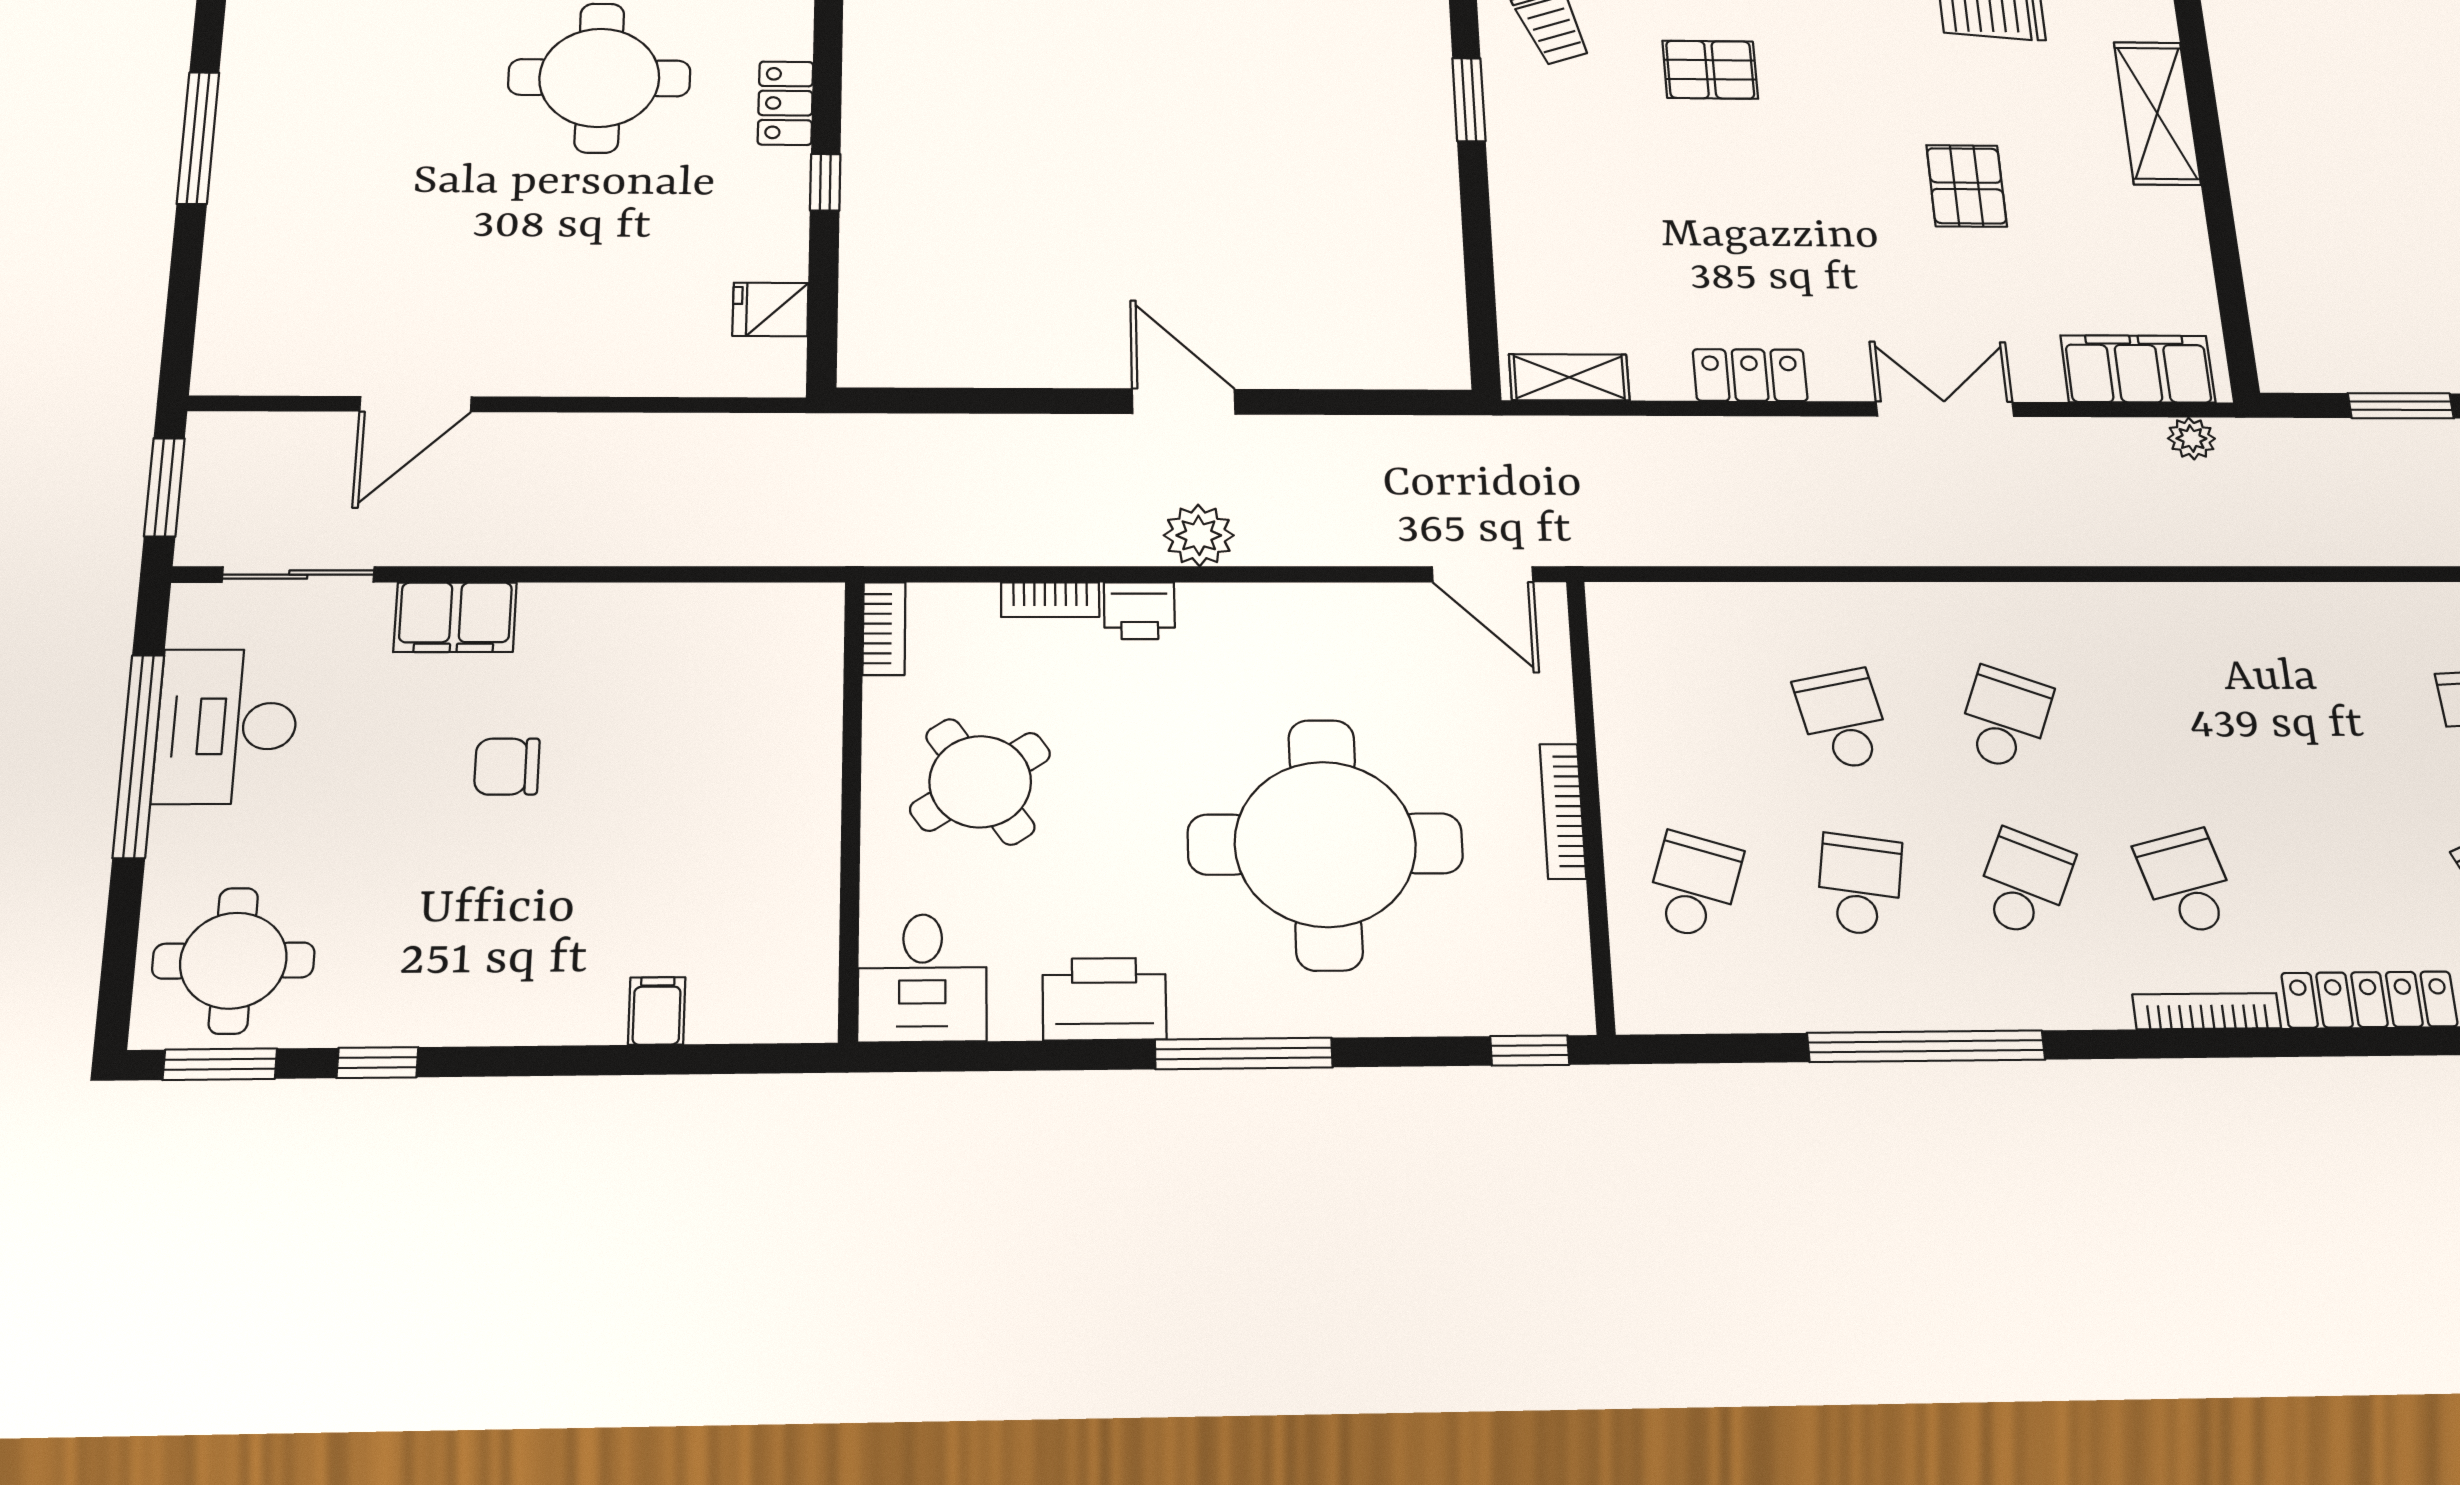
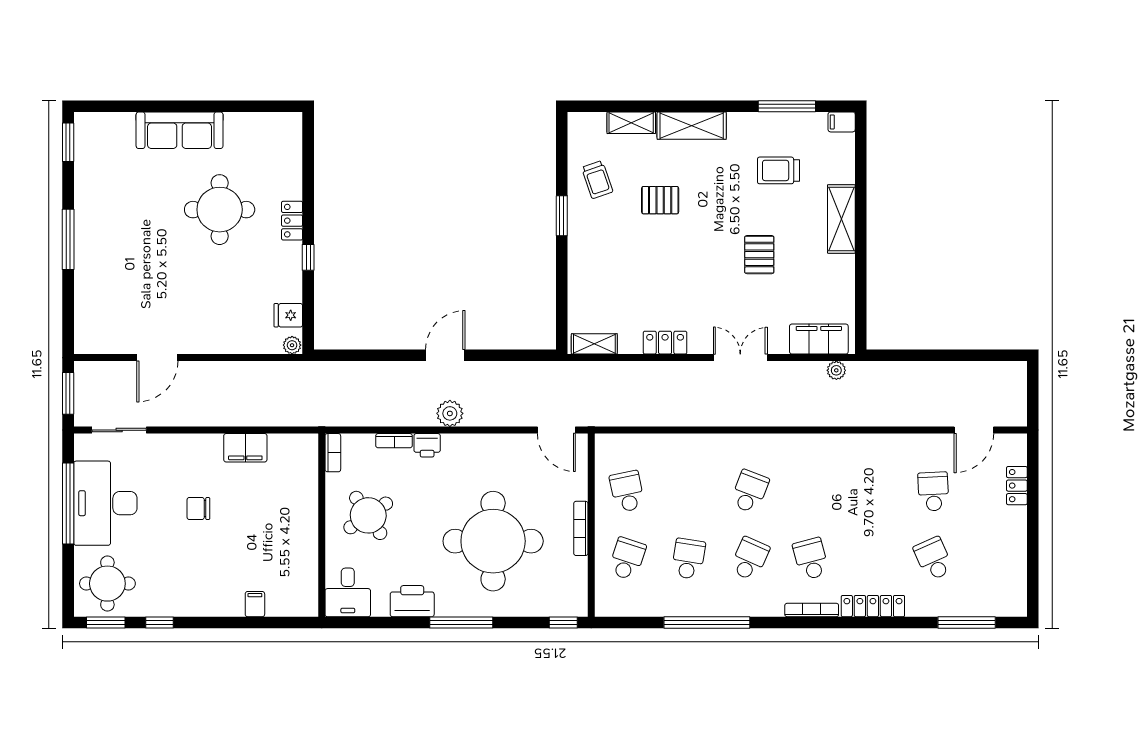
plant: (779, 377) -> (292, 345), added
door: (1184, 401) -> (445, 355), hinge flipped
window: (2401, 406) -> (922, 355), removed
filing cabinet: (455, 617) -> (245, 448), moved
school desk: (1843, 720) -> (627, 491), moved
desk: (226, 726) -> (105, 503), width x1.36, depth x1.30

